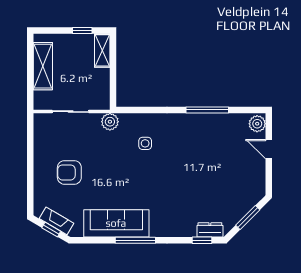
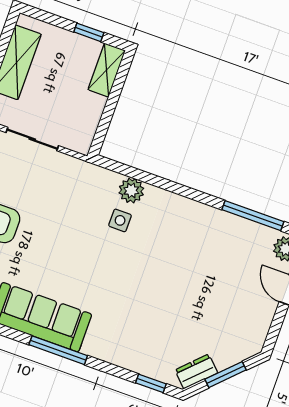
window: (207, 110) -> (253, 216), moved
plant: (110, 122) -> (131, 191), moved
dresser: (210, 230) -> (196, 371), moved, turned -45

